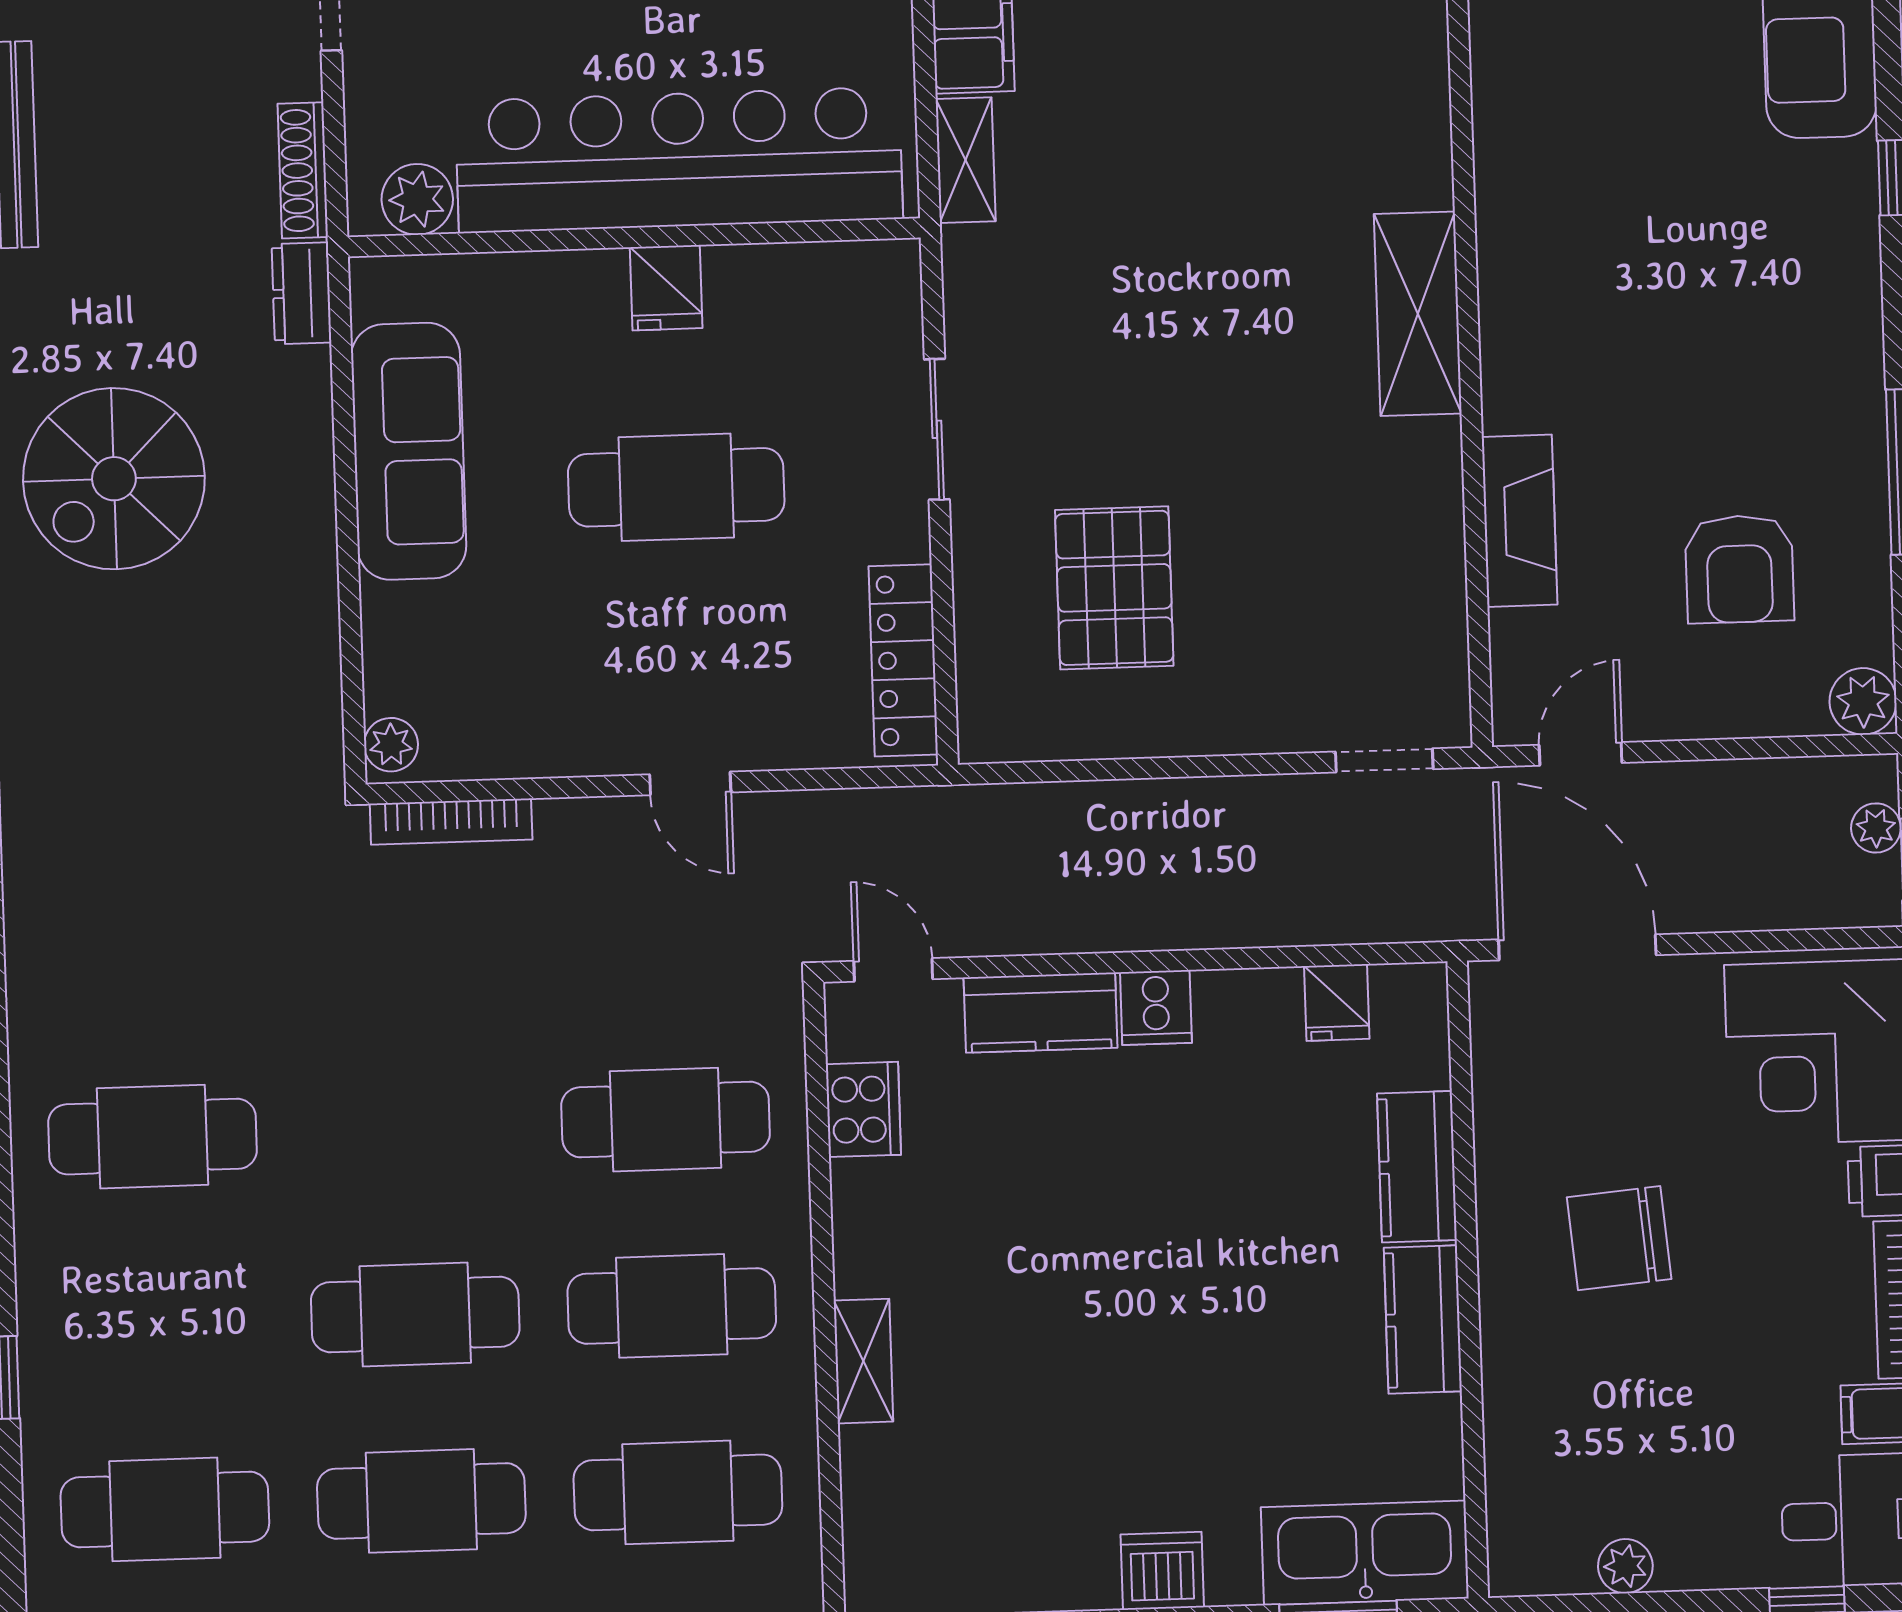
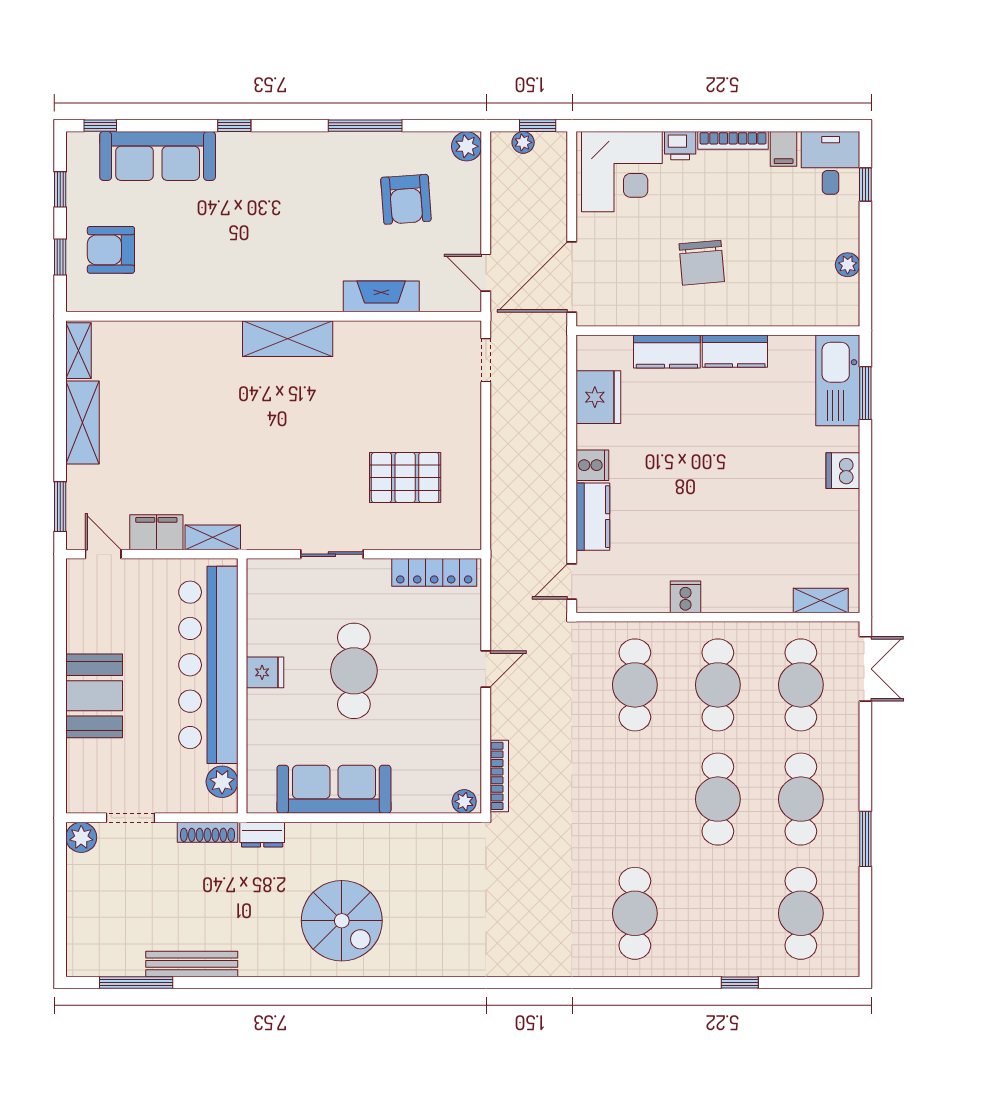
armchair: (1739, 569) -> (406, 199), turned 86
fridge: (1337, 1002) -> (598, 397), width x1.88, depth x1.34
cooker: (863, 1109) -> (685, 597), moved, width x0.73
shelving: (863, 1361) -> (821, 601), moved

